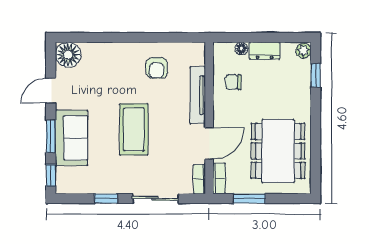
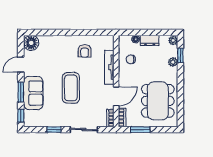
plant: (303, 86) -> (173, 62), added

